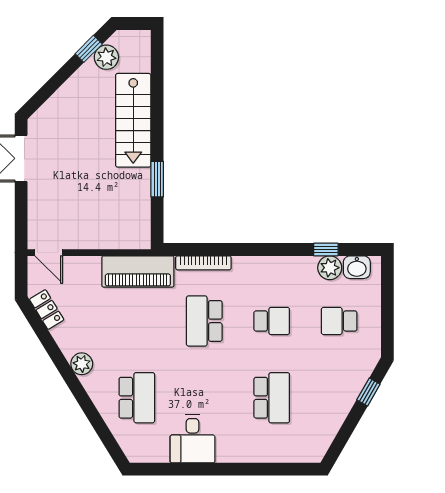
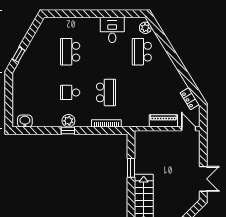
window: (326, 249) -> (68, 130), moved
plant: (330, 268) -> (68, 121), moved
piano: (138, 271) -> (163, 121), moved, width x0.73, depth x0.75
school desk: (339, 321) -> (34, 92), removed
plant: (82, 364) -> (145, 28), moved

